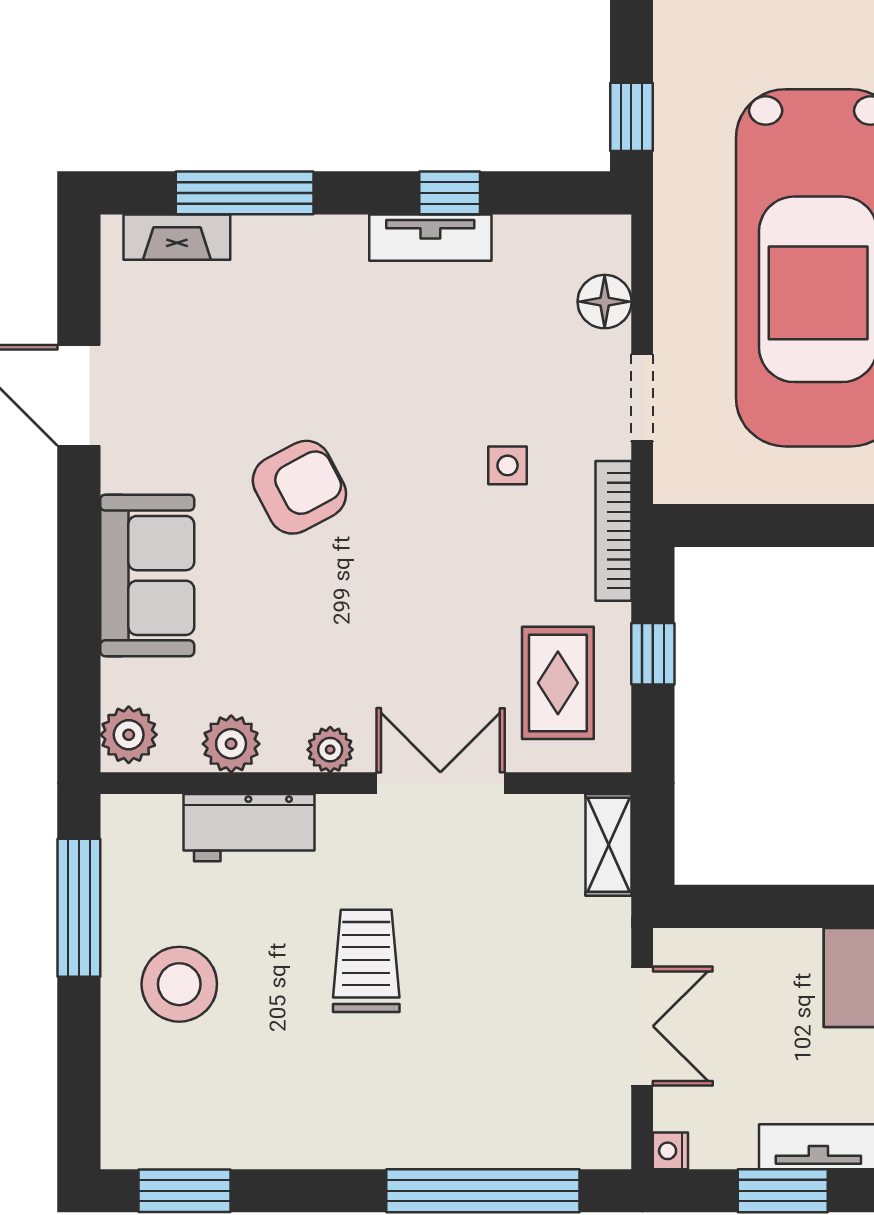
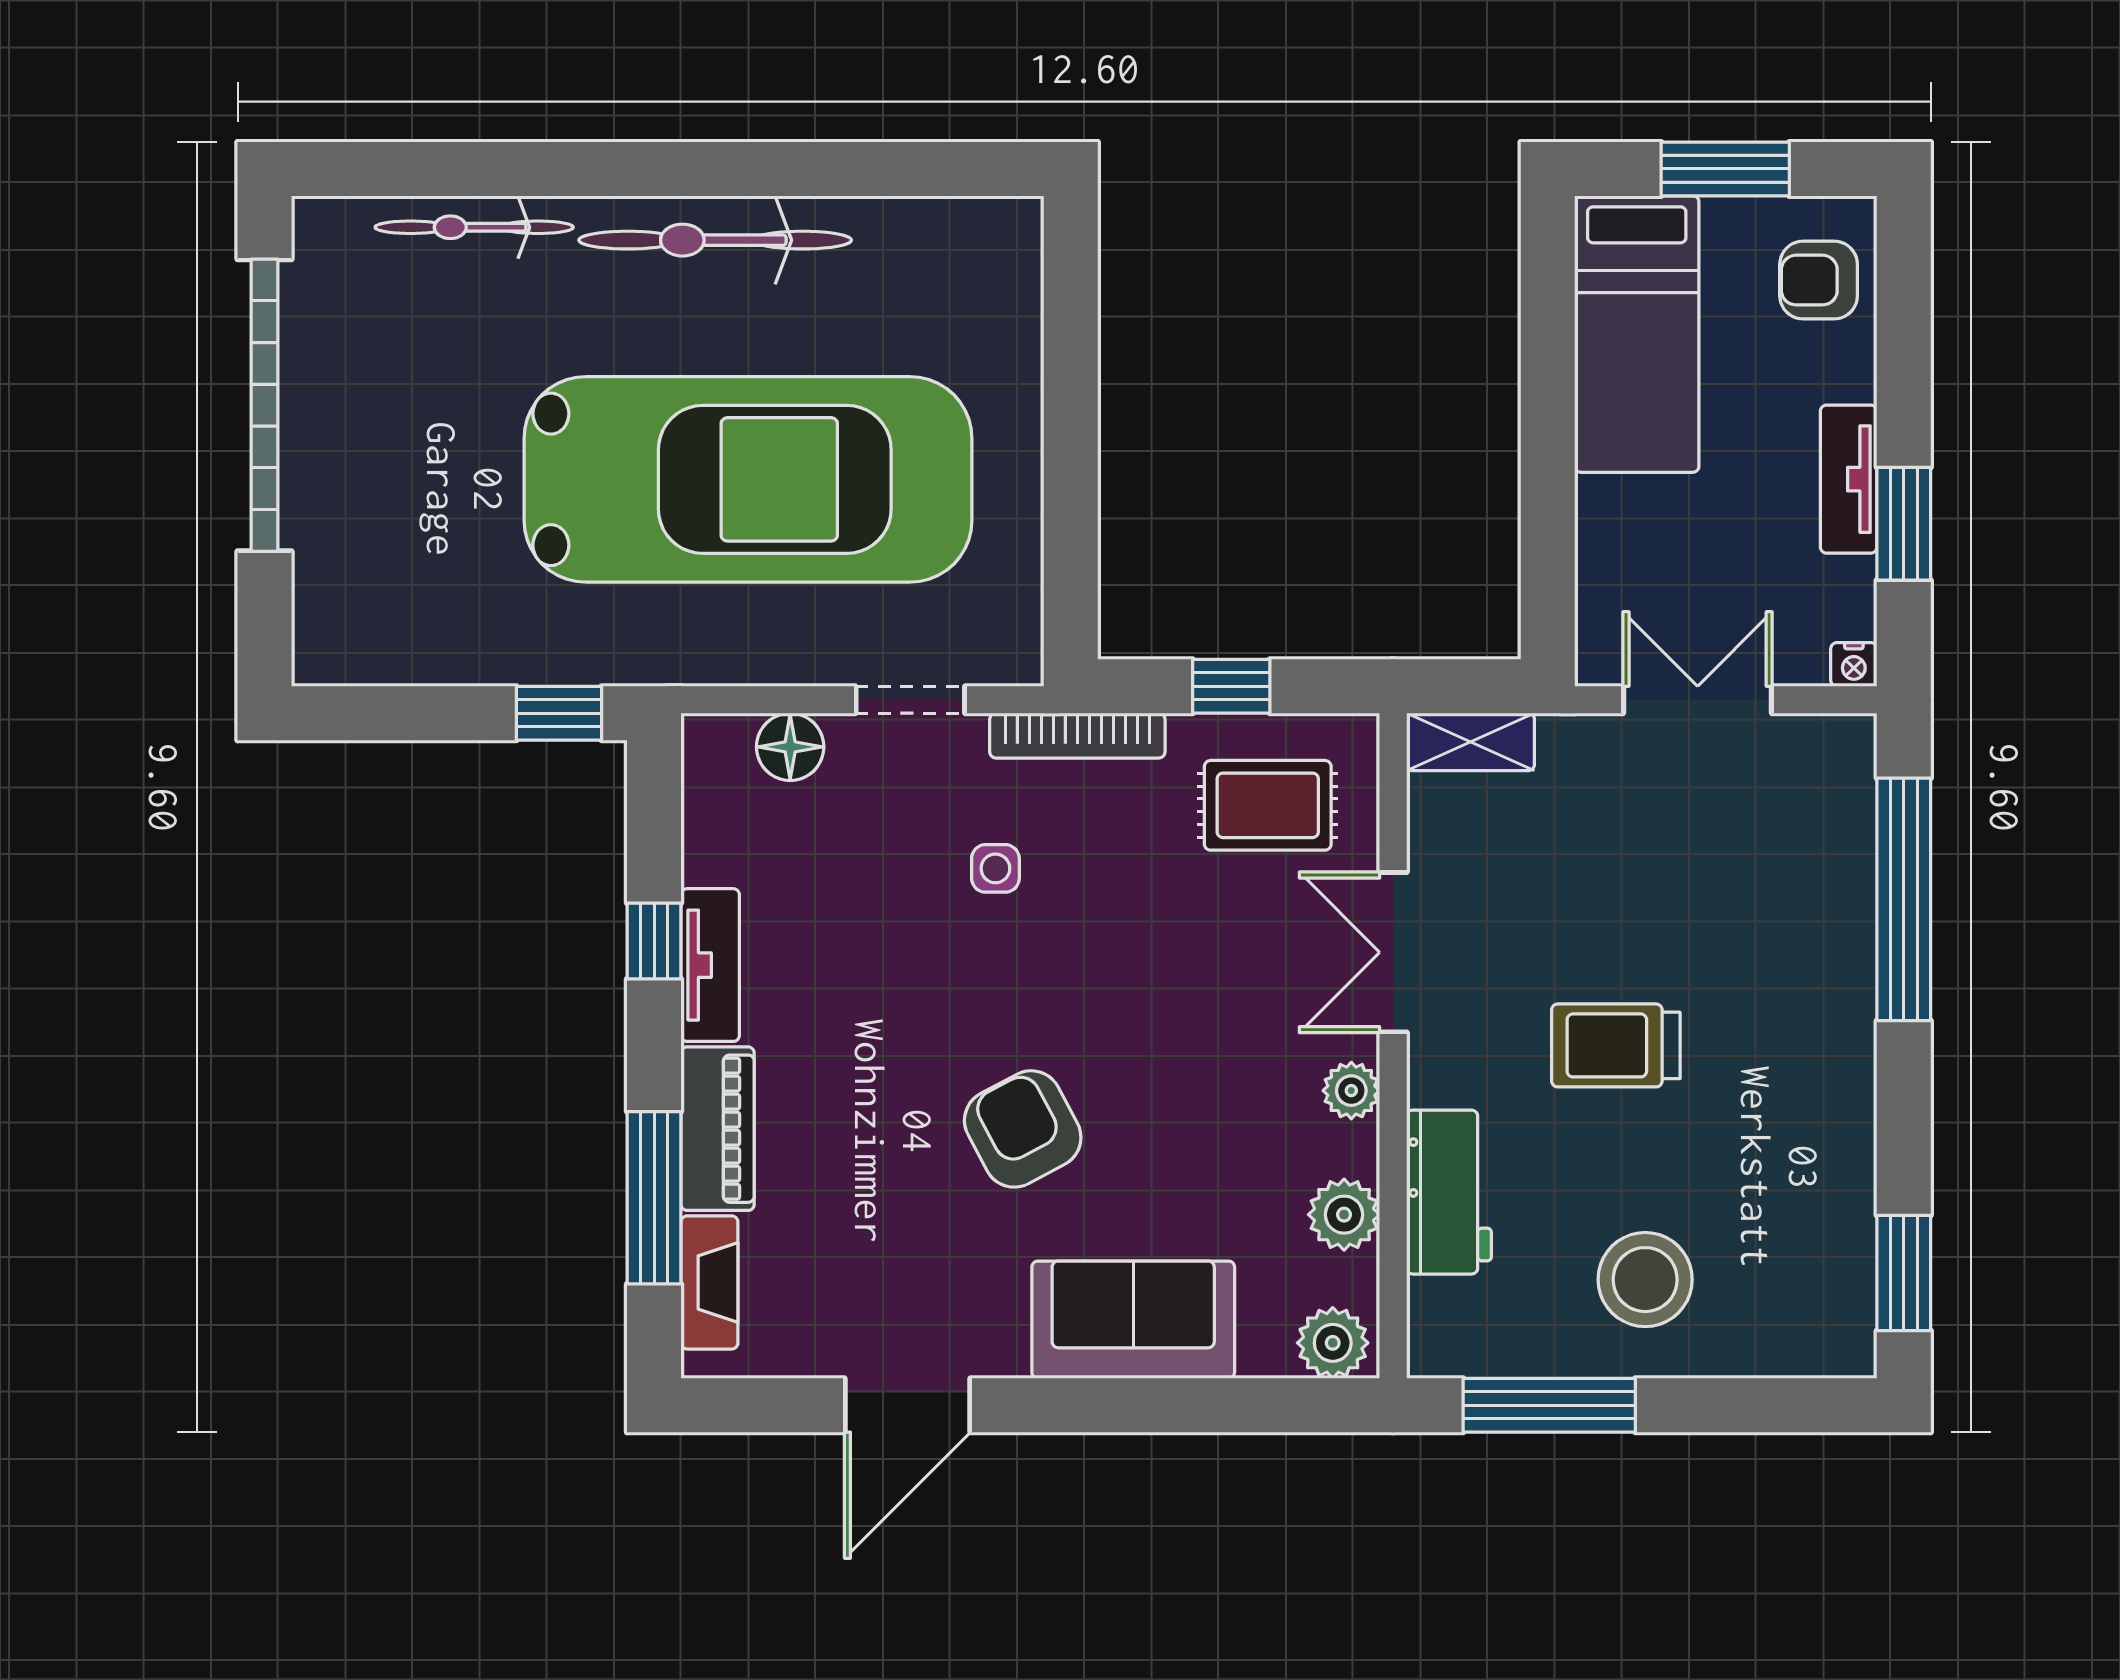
piano: (300, 244) -> (718, 1129), added

